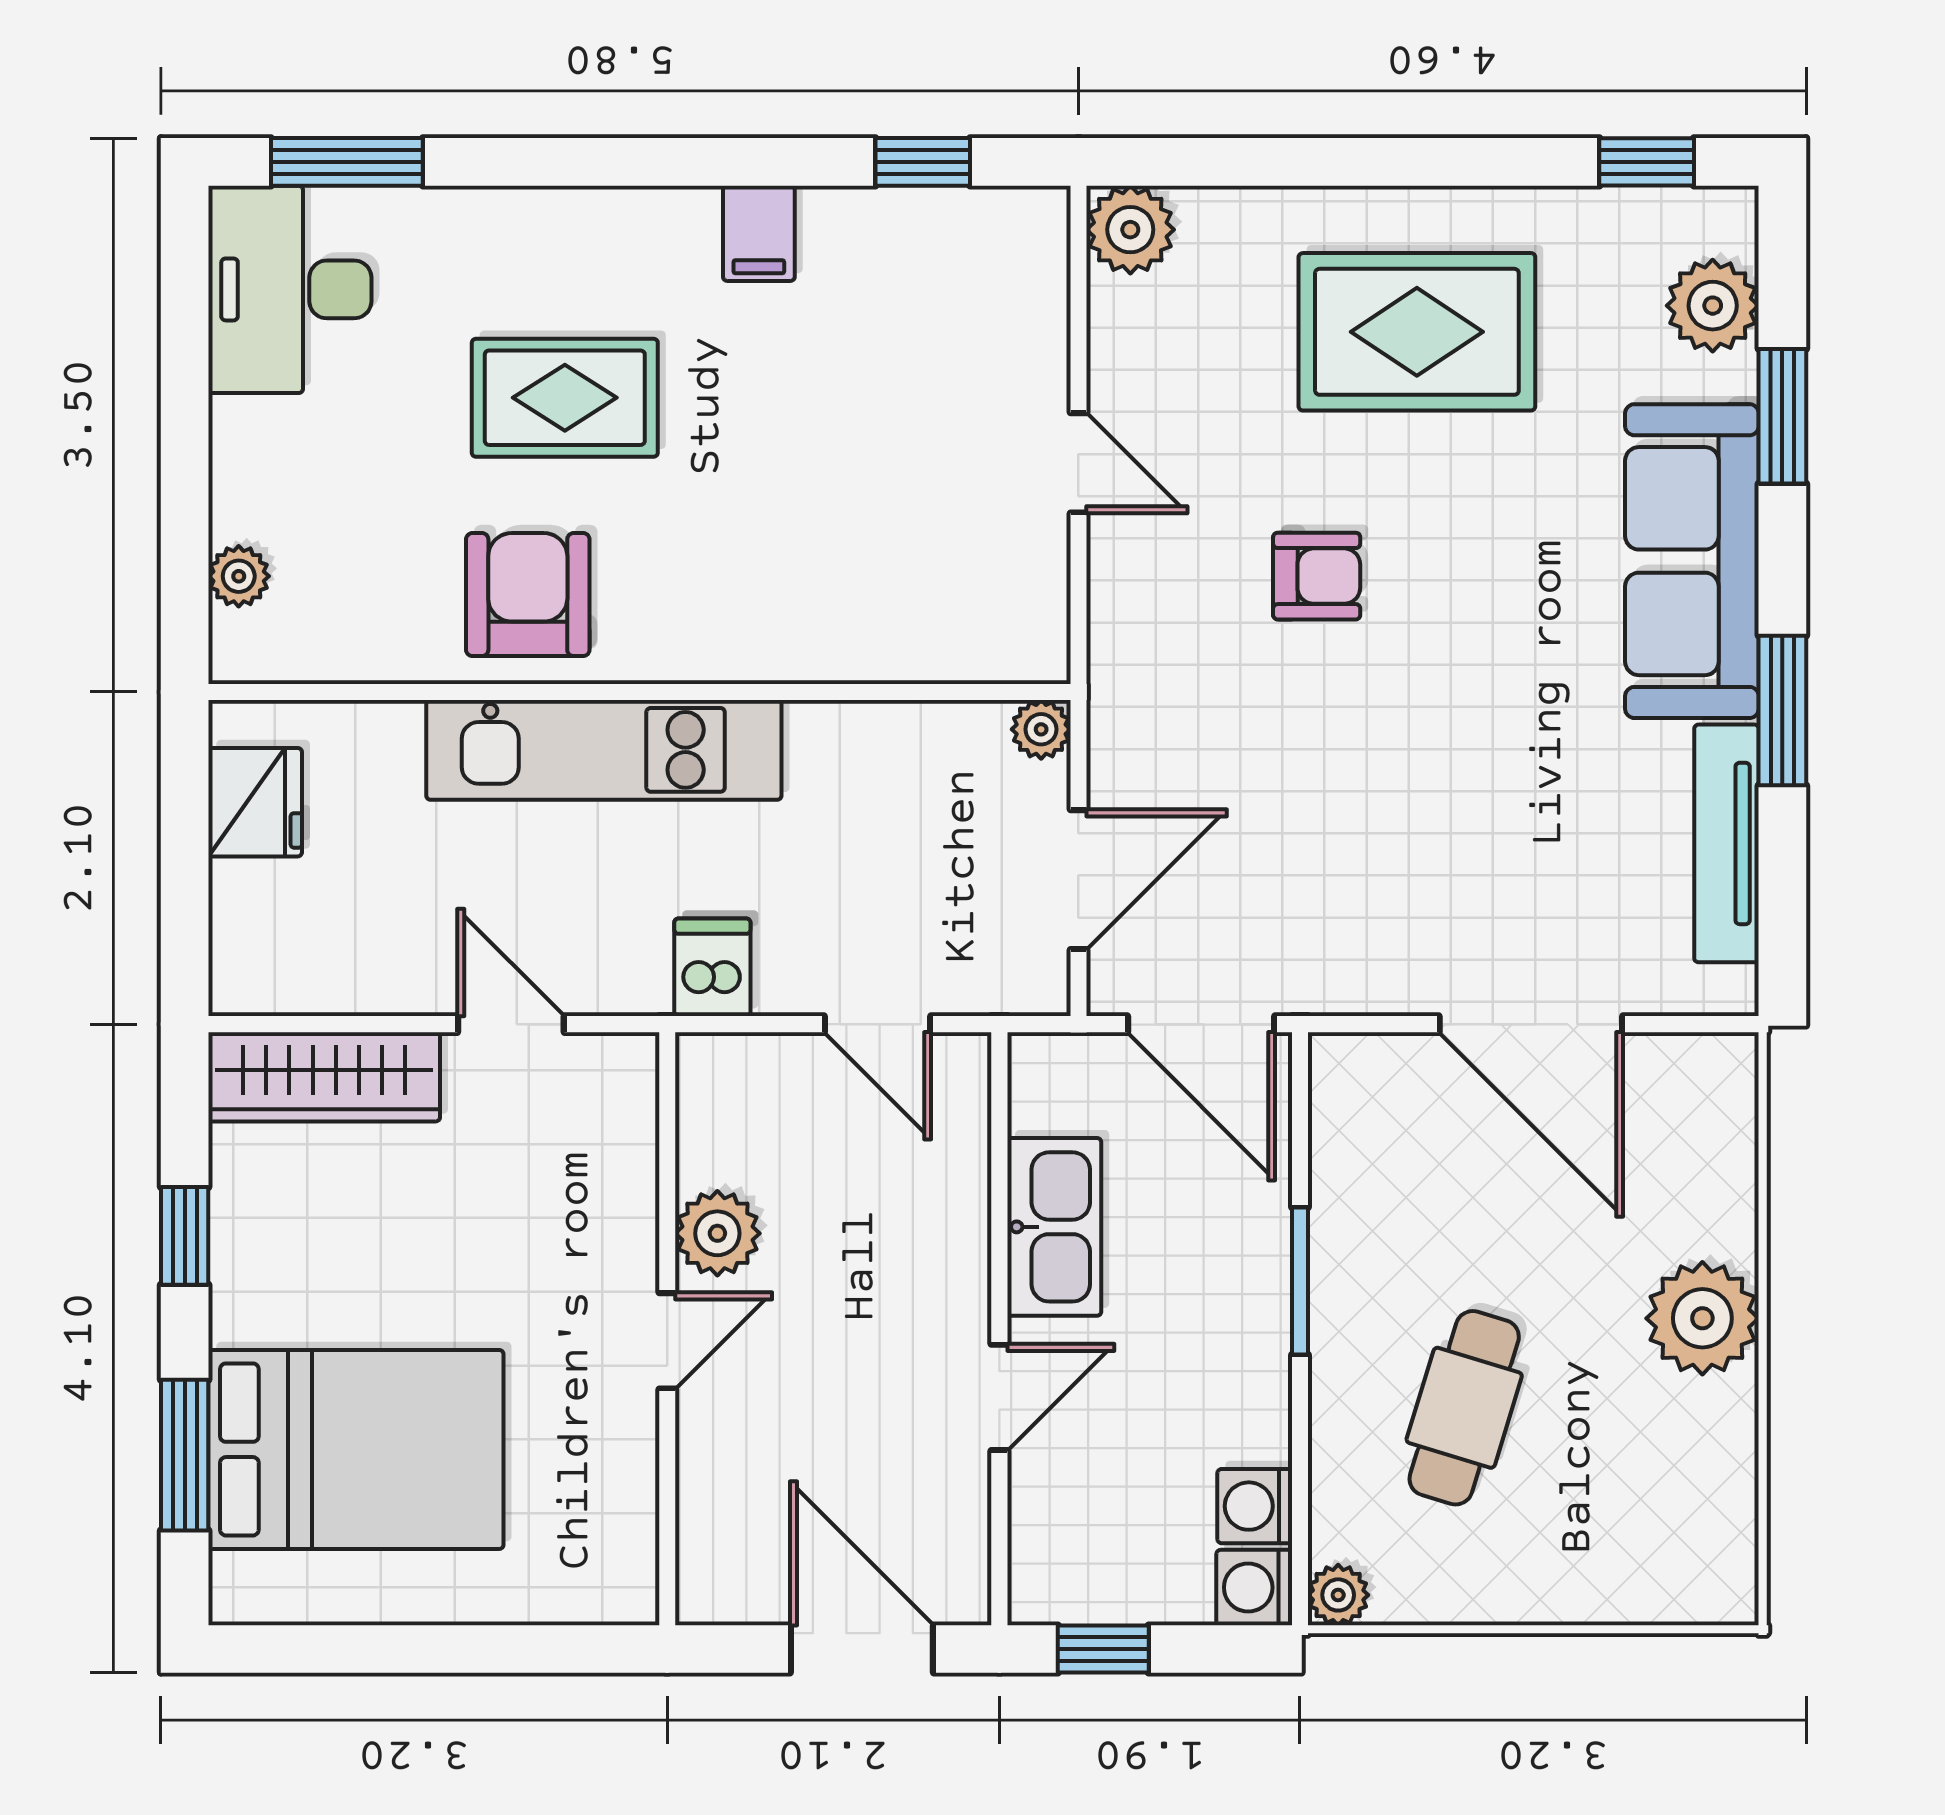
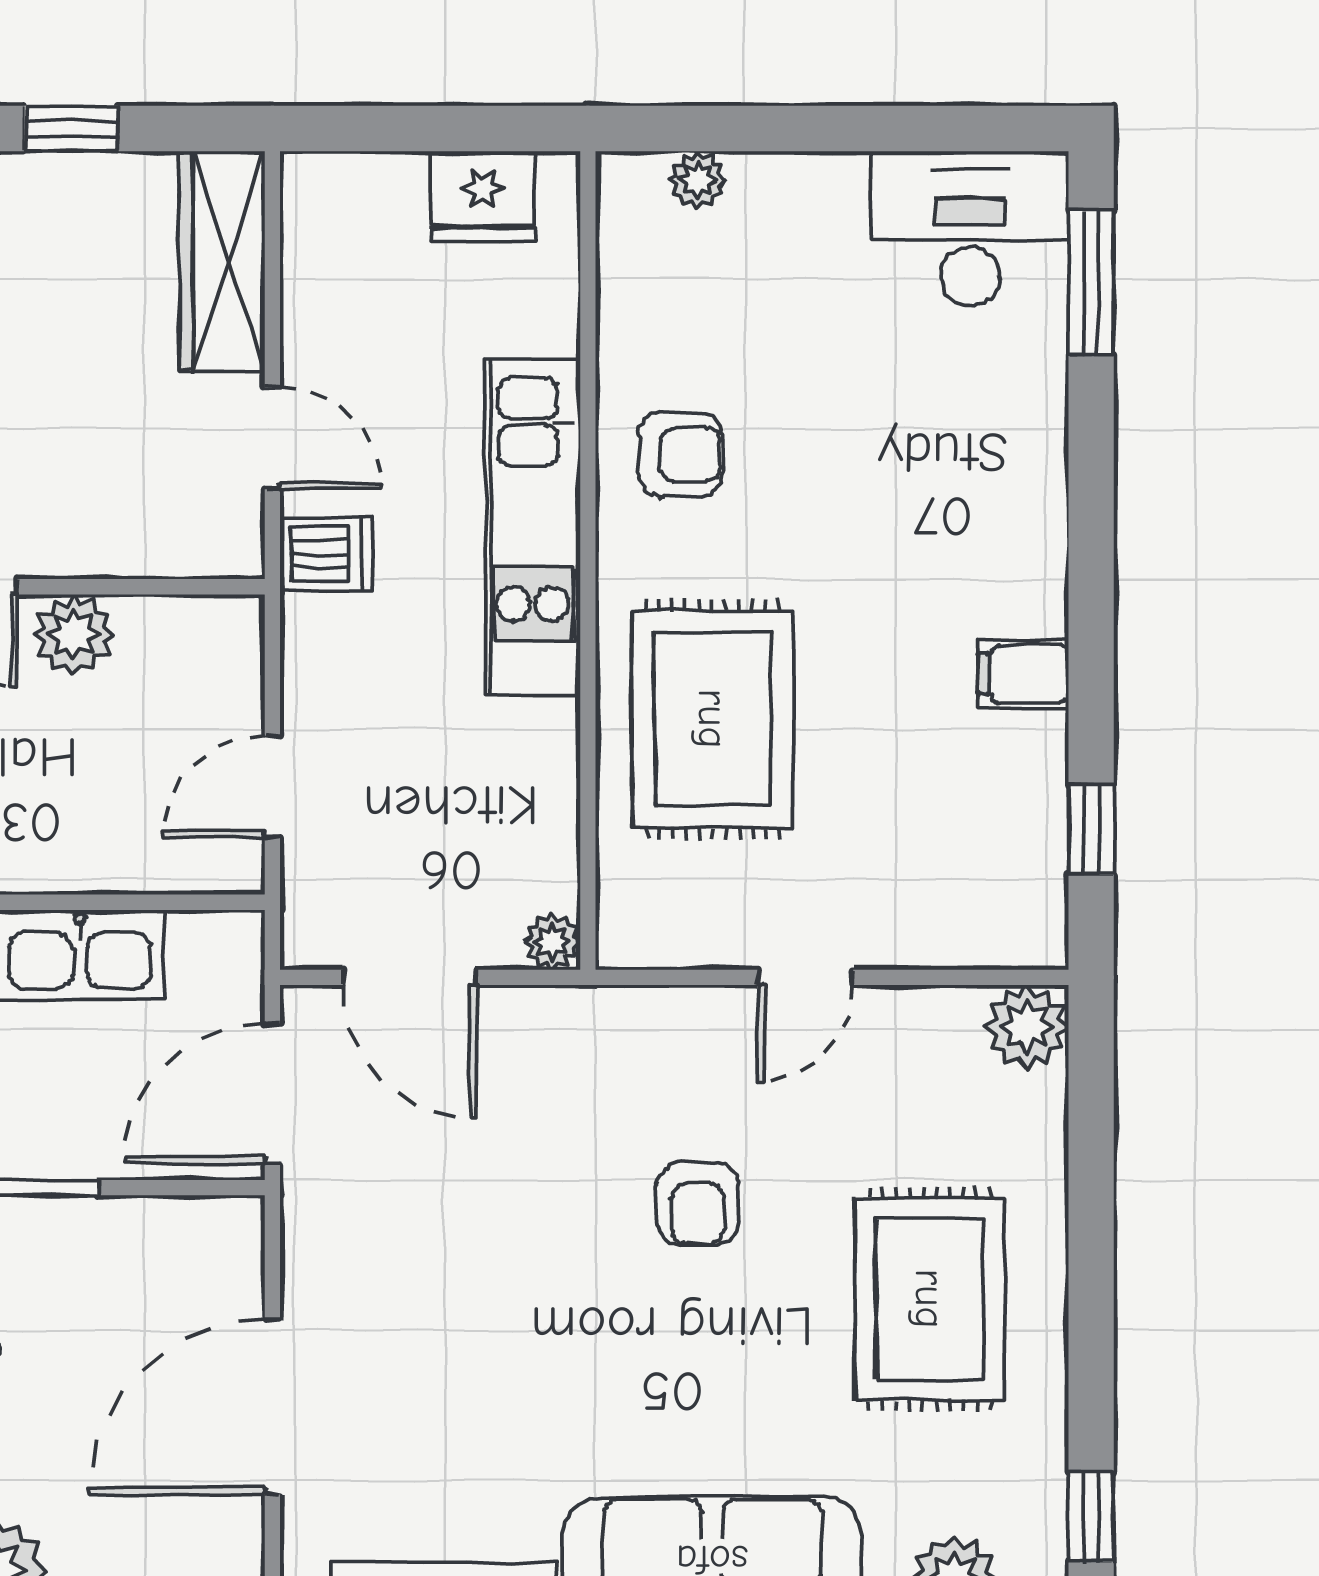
rug: (565, 398) -> (713, 719), moved, width x1.36, depth x1.43
armchair: (528, 595) -> (680, 454), width x0.72, depth x0.72
dishwasher: (712, 967) -> (326, 554), moved
door: (511, 1024) -> (272, 438), hinge flipped

